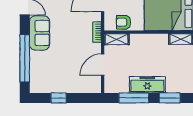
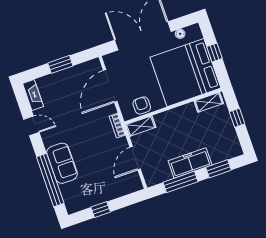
armchair: (124, 22) -> (142, 105), turned 90
sofa: (40, 33) -> (62, 163), moved

